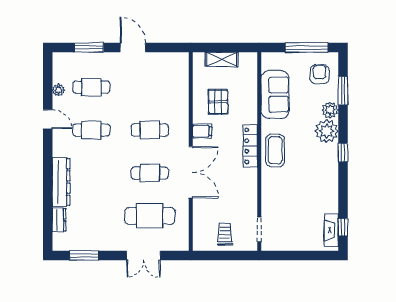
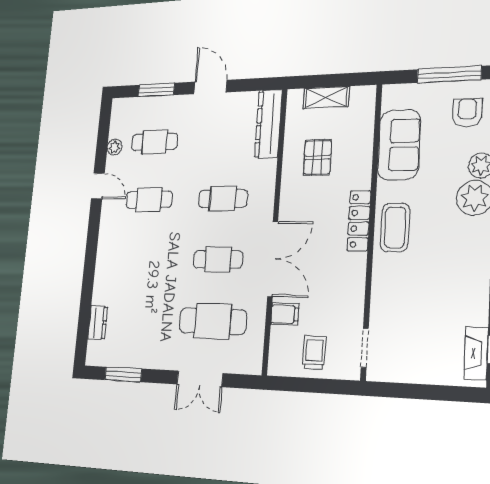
filing cabinet: (202, 131) -> (285, 314), moved
dresser: (61, 182) -> (268, 124), moved, turned 180

